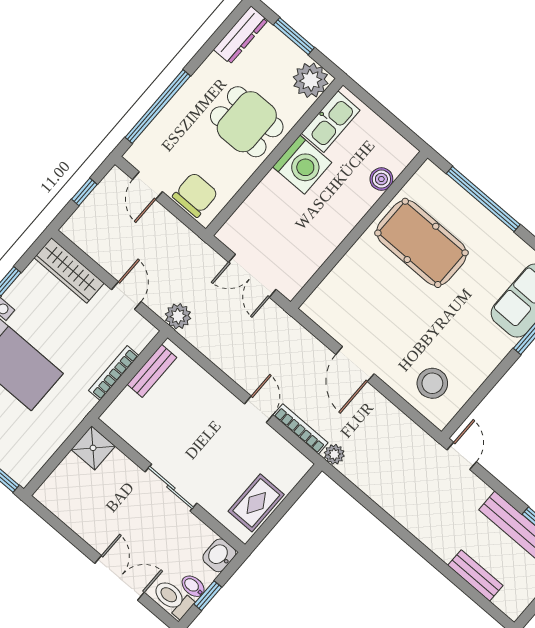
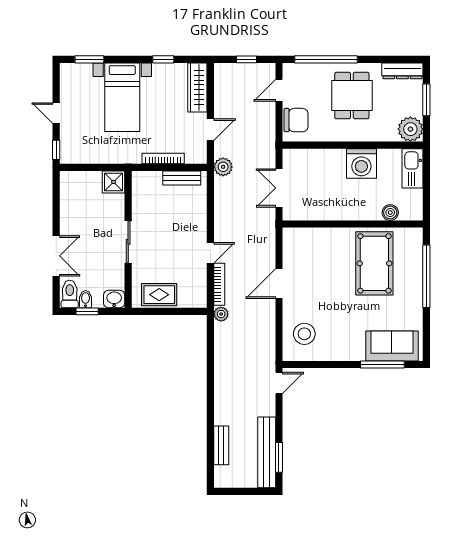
dining table: (247, 122) -> (352, 96), moved
kitchen sink: (331, 122) -> (413, 168), moved, turned 90

